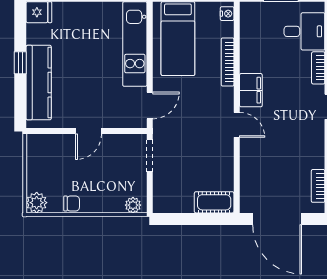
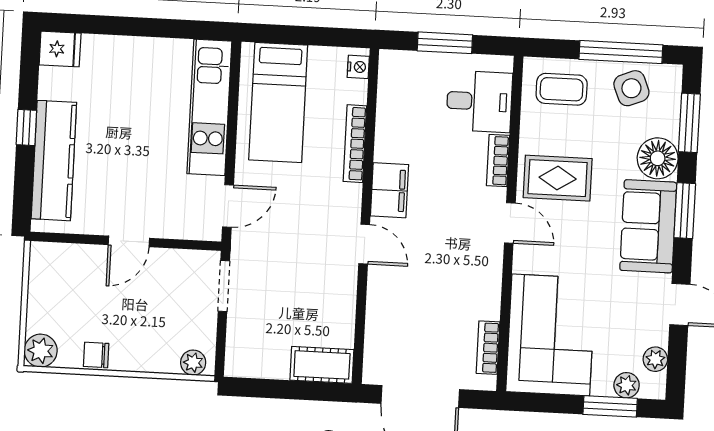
chair: (72, 204) -> (96, 355), turned 180

